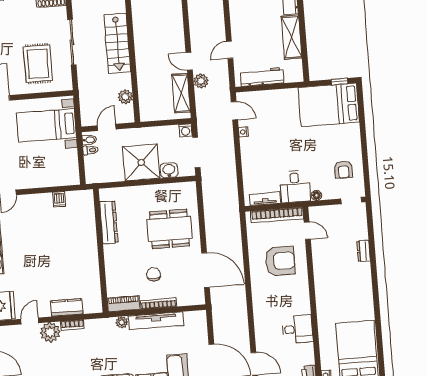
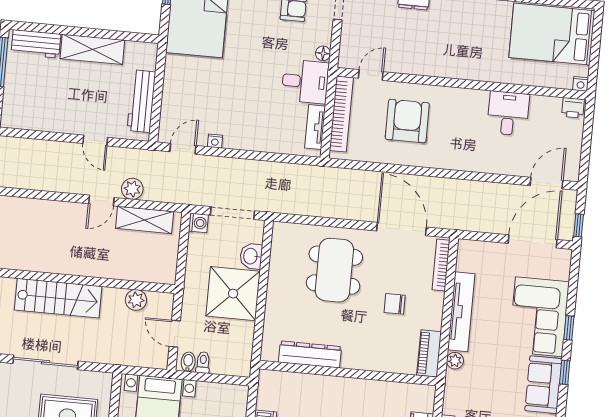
door: (206, 270) -> (402, 229), hinge flipped
bookcase: (158, 304) -> (441, 265), moved

